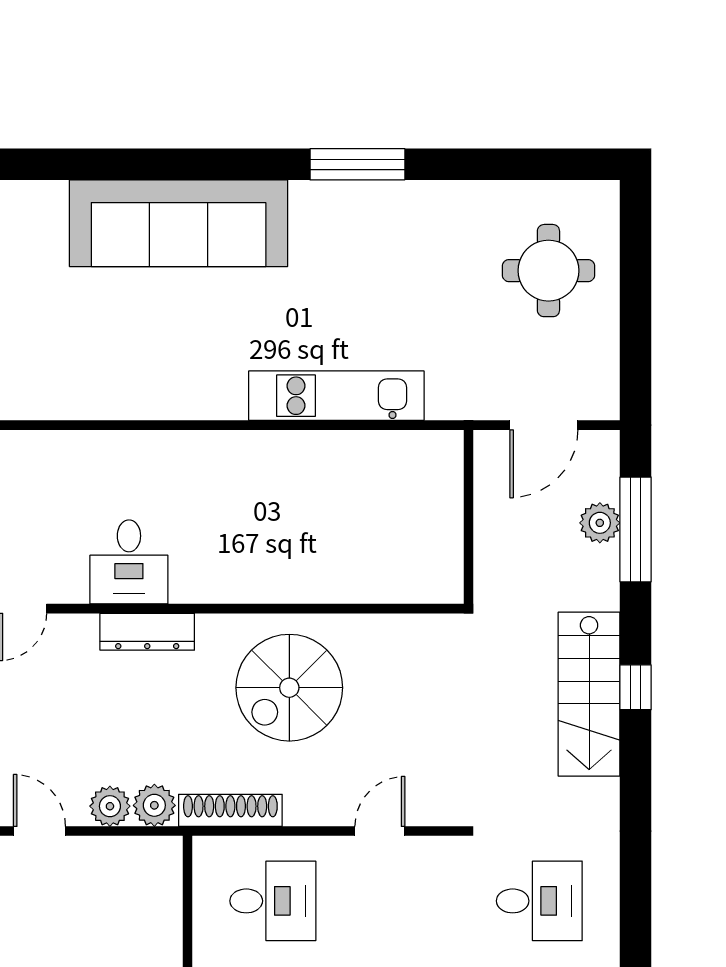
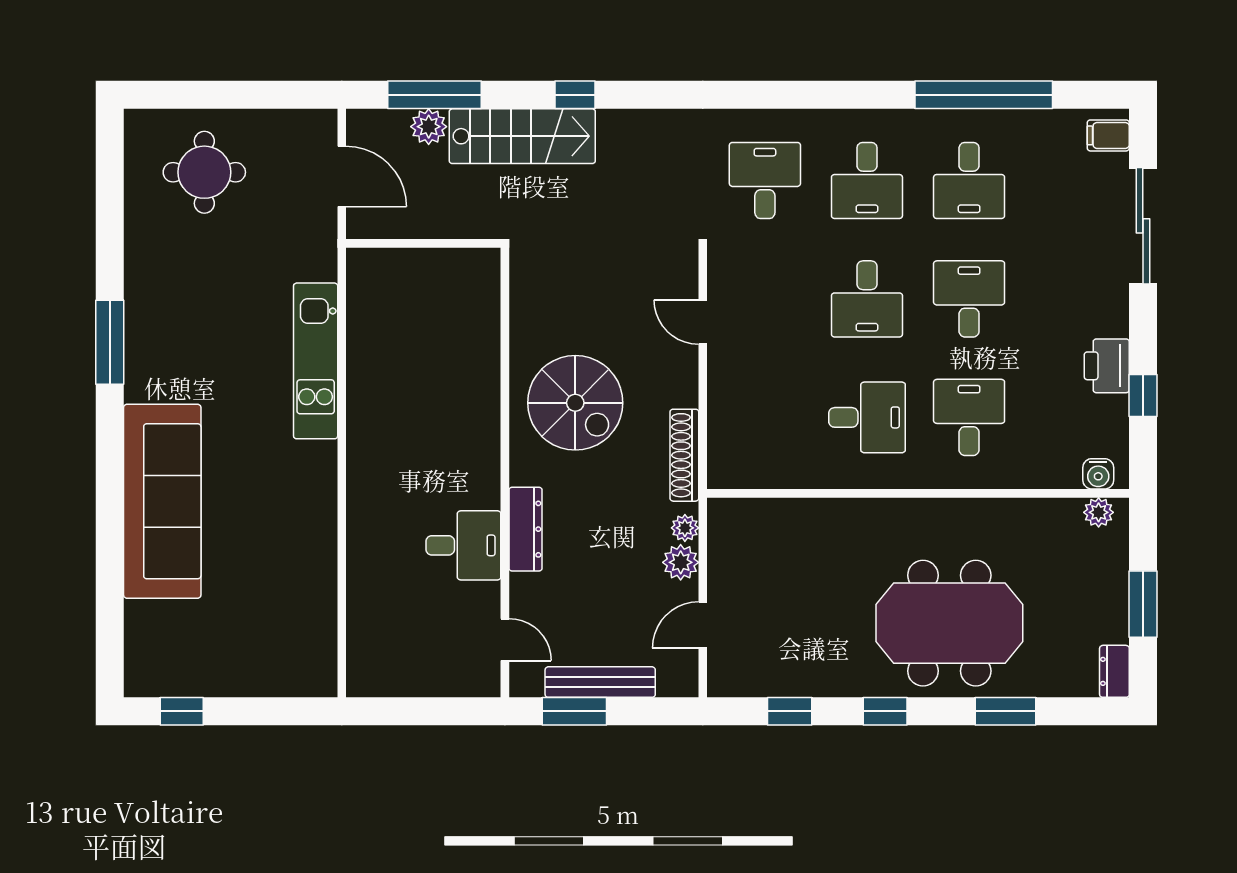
stairs: (589, 694) -> (522, 136), moved
plant: (154, 805) -> (685, 528), width x0.73, depth x0.73
desk: (273, 901) -> (765, 417), removed

